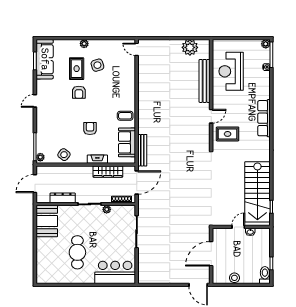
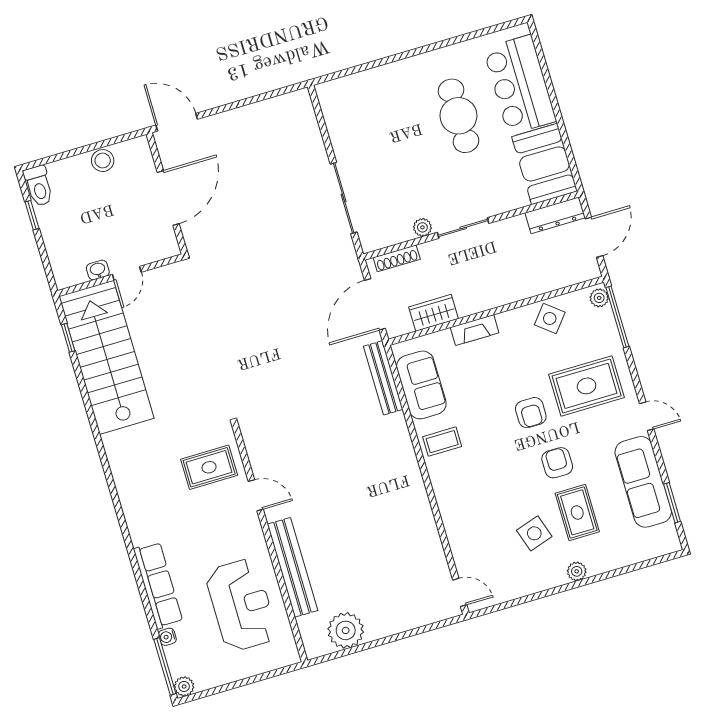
sofa: (45, 59) -> (643, 482), moved
door: (35, 101) -> (647, 416), hinge flipped
door: (211, 116) -> (256, 495), swing flipped
row of seats: (264, 118) -> (158, 585), moved
rug: (57, 121) -> (587, 386), added
armchair: (90, 128) -> (531, 413), moved
wardrobe: (108, 172) -> (433, 313), width x0.67
dresser: (63, 198) -> (555, 215), moved
bar counter: (115, 272) -> (520, 85), moved, turned 90

